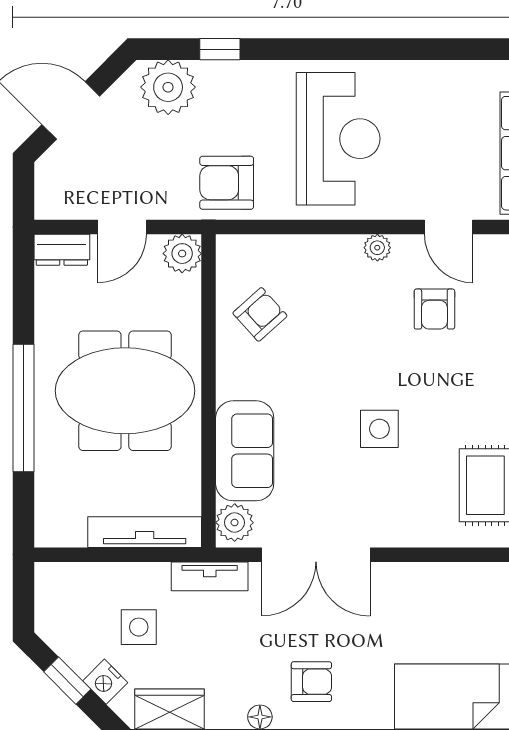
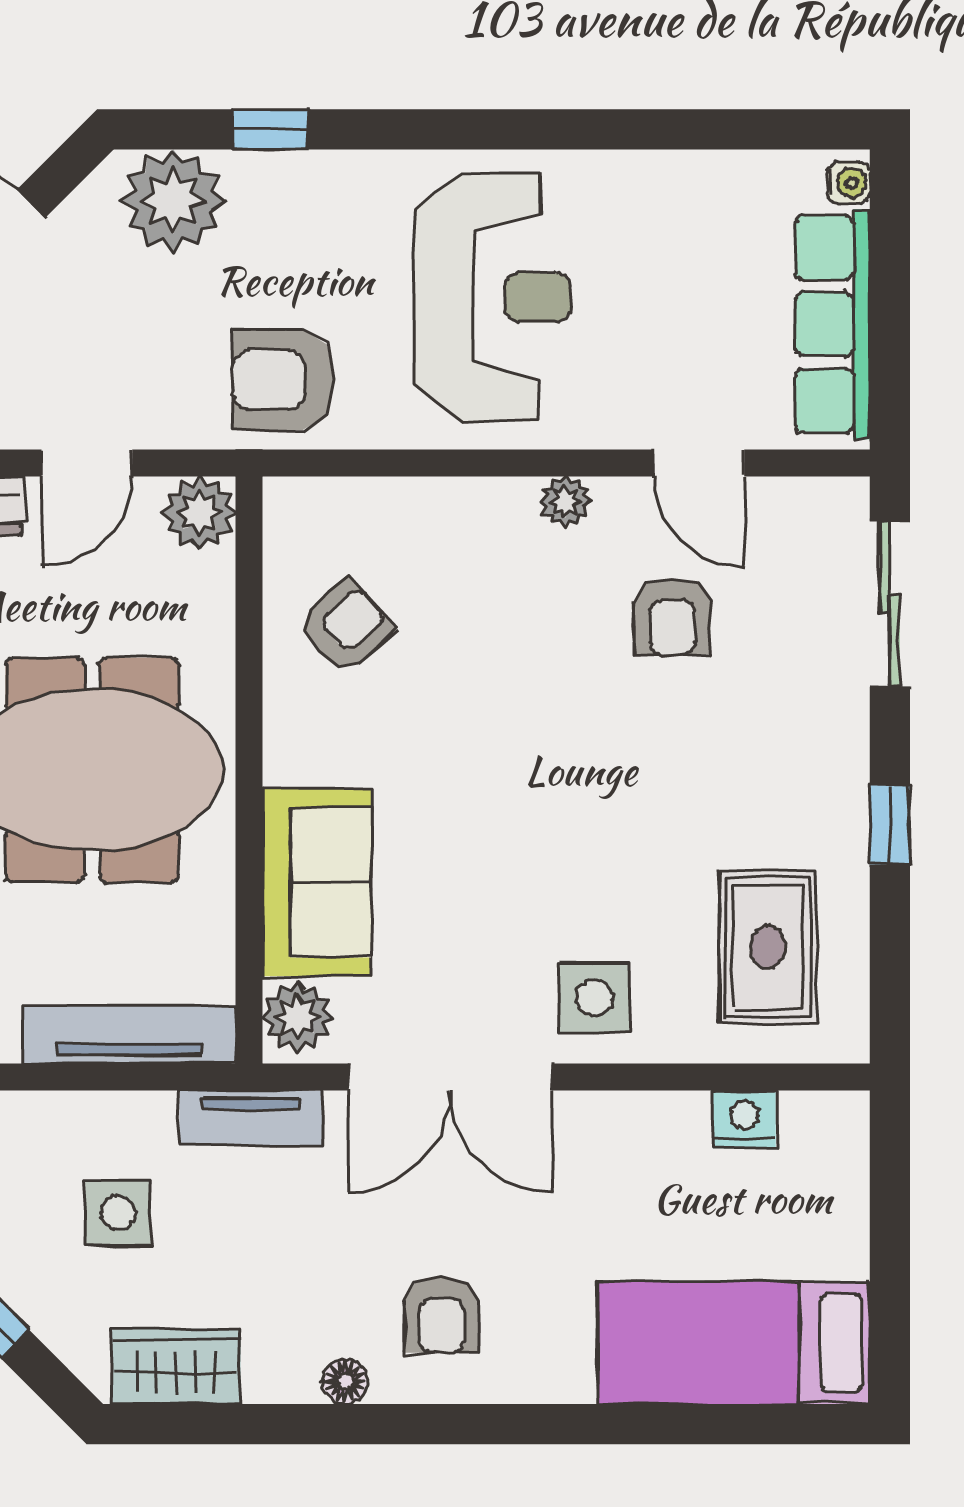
side table: (379, 429) -> (594, 998), moved
nightstand: (105, 682) -> (744, 1119), moved, turned 135
armchair: (311, 682) -> (442, 1315), turned 90

